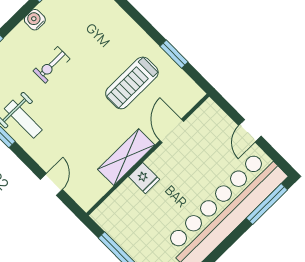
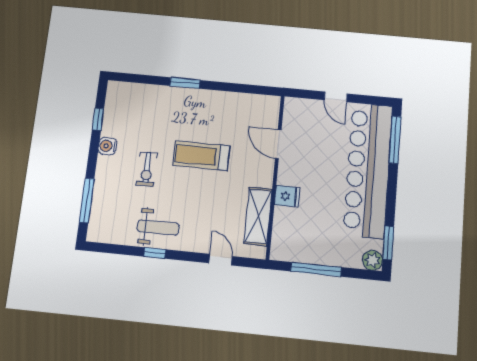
window: (174, 54) -> (185, 83), moved
treadmill: (132, 83) -> (201, 156), moved, turned 90
shelving: (126, 157) -> (258, 216), moved

